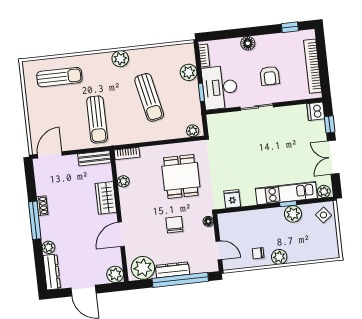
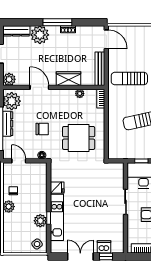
dishwasher: (316, 111) -> (104, 247), moved
plant: (193, 131) -> (113, 151), removed
bench: (94, 158) -> (100, 69), width x1.36
plant: (324, 191) -> (55, 246), removed
fridge: (232, 199) -> (57, 188), moved
plant: (48, 247) -> (40, 35), width x1.88, depth x1.88
door: (219, 250) -> (19, 161), swing flipped

